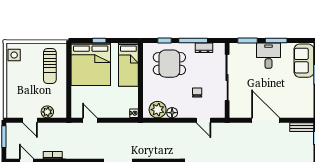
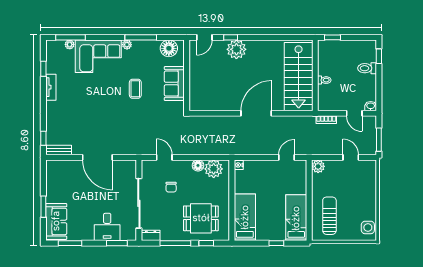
window: (276, 40) -> (70, 243), moved
dresser: (204, 48) -> (151, 235), moved
desk: (268, 56) -> (107, 227), moved
bed: (91, 64) -> (296, 218), width x0.49
plant: (47, 112) -> (318, 166), moved
door: (90, 120) -> (286, 157), swing flipped

